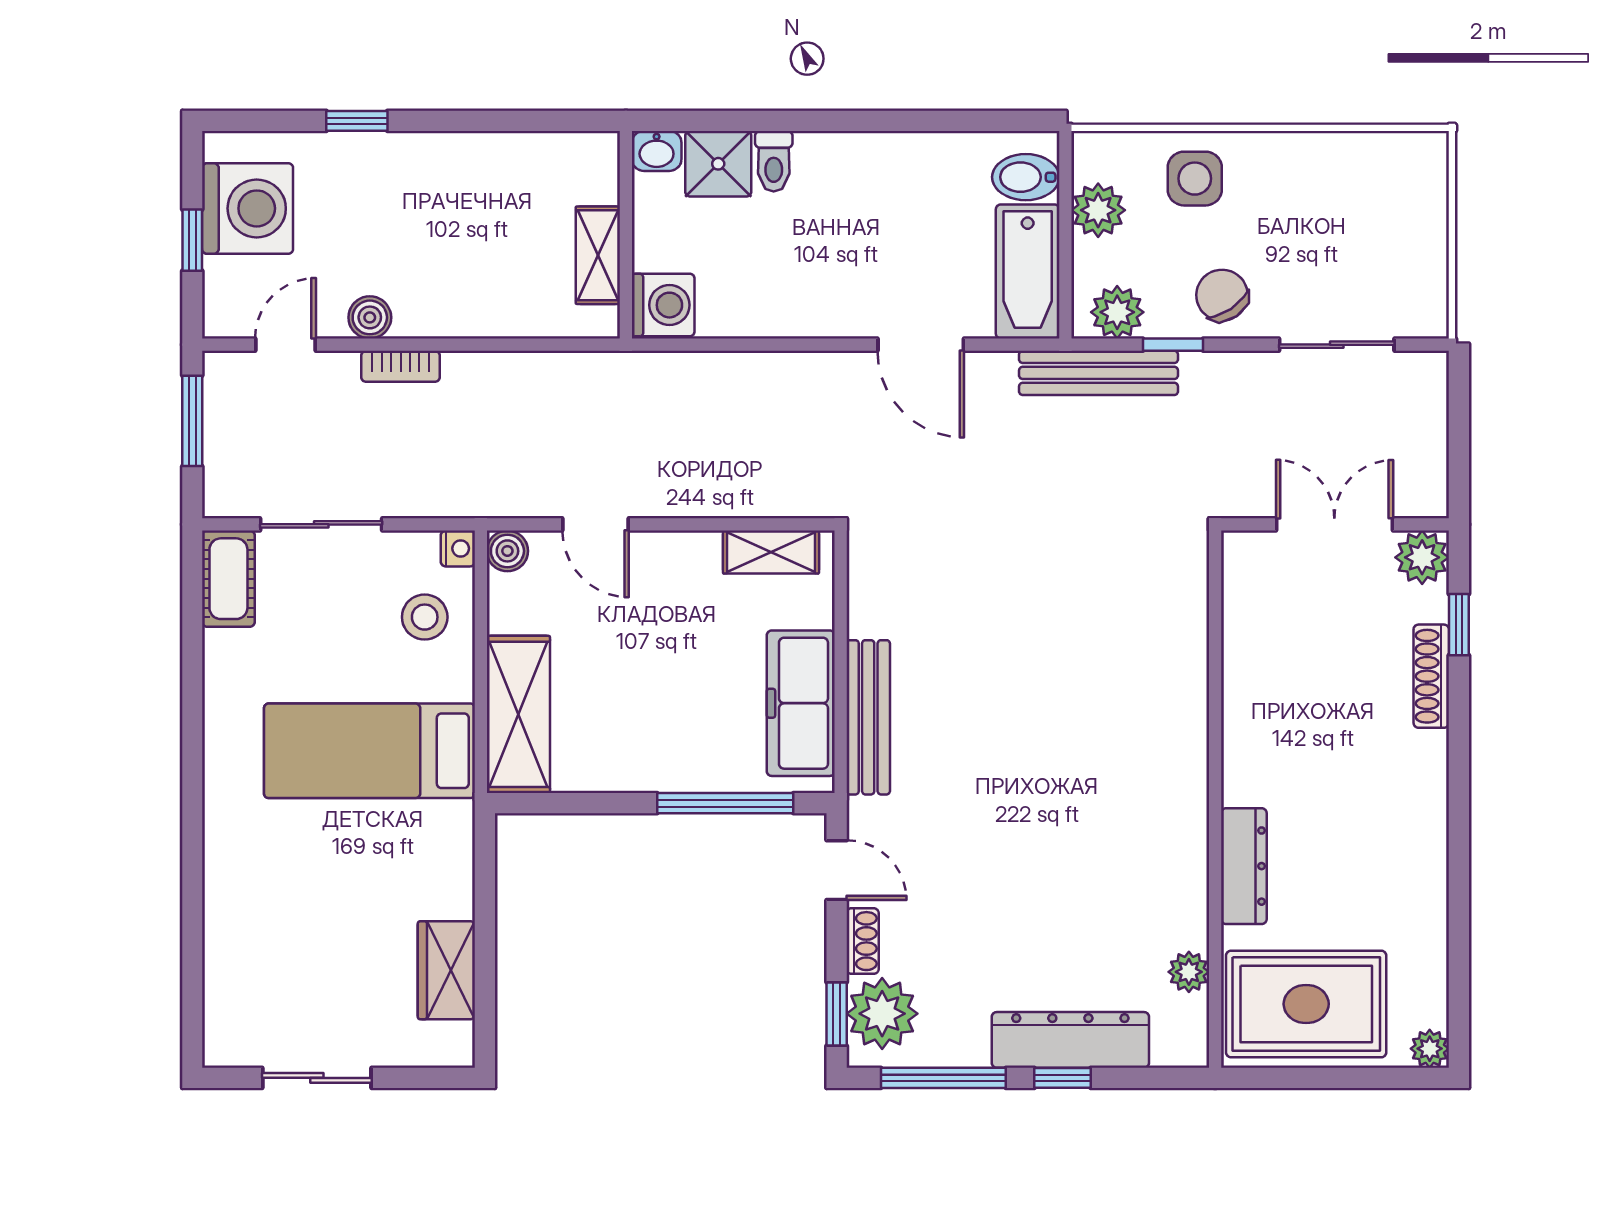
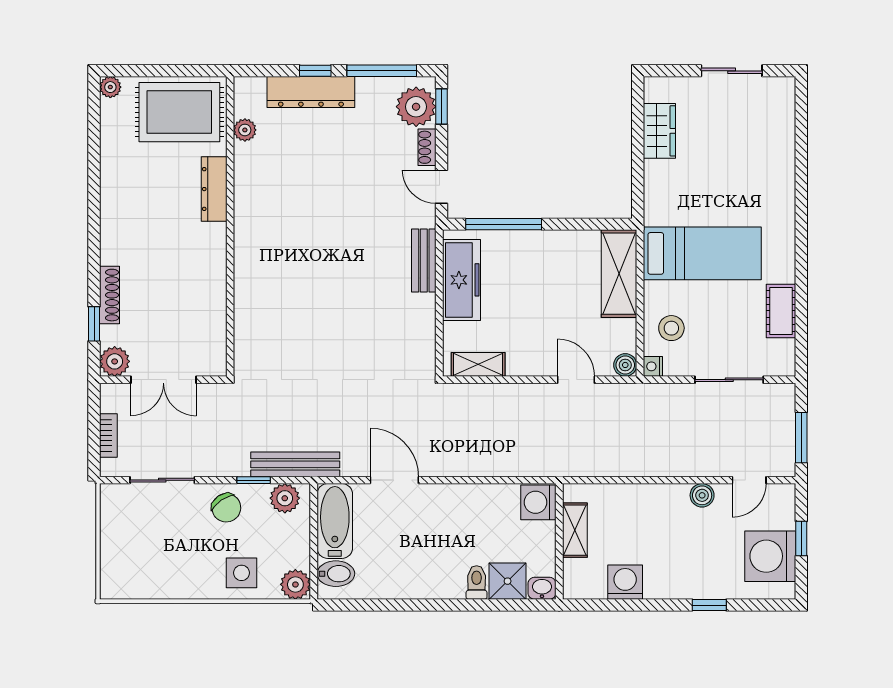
washing machine: (508, 162) -> (625, 582), added
plant: (1098, 210) -> (295, 584), moved
bookcase: (401, 366) -> (108, 435), moved, turned 90
cot: (228, 579) -> (781, 311), moved
bench: (868, 717) -> (424, 261), width x0.73

